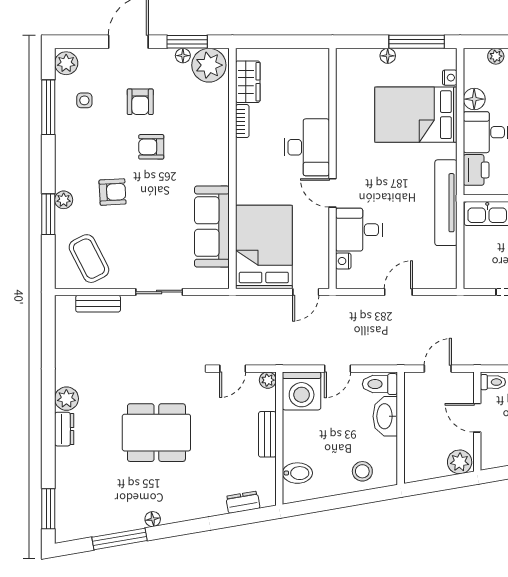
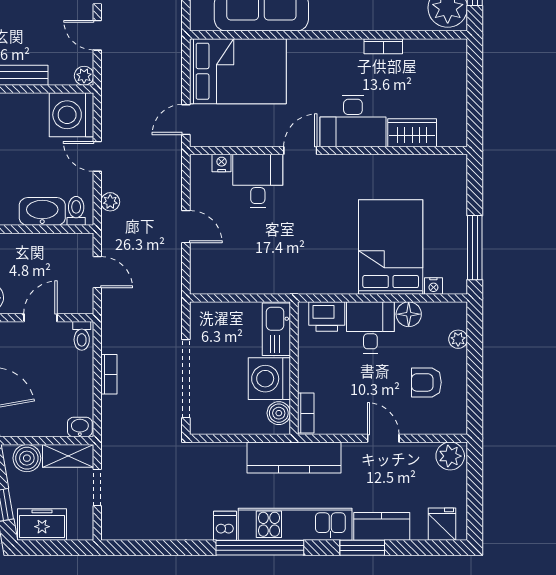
floor lamp: (388, 56) -> (459, 214), removed
wardrobe: (248, 82) -> (412, 133), moved, turned 180
tv unit: (446, 203) -> (289, 282), removed
door: (306, 292) -> (186, 120), hinge flipped
plant: (377, 357) -> (110, 202), added
toilet: (380, 384) -> (76, 211), width x0.73, depth x0.72

